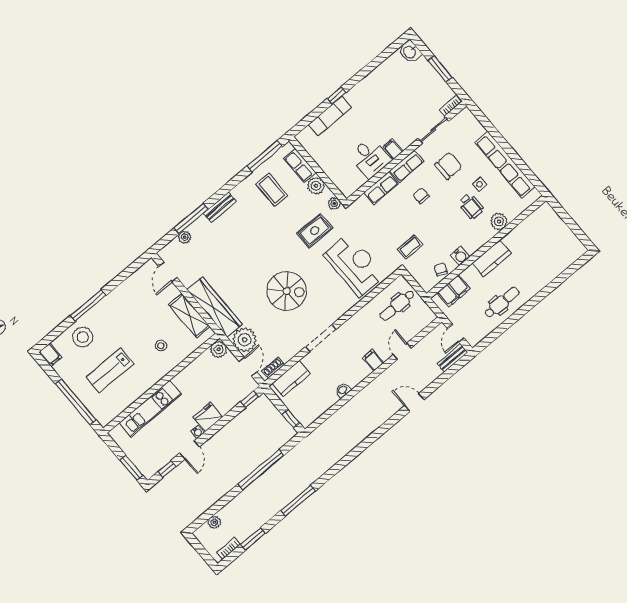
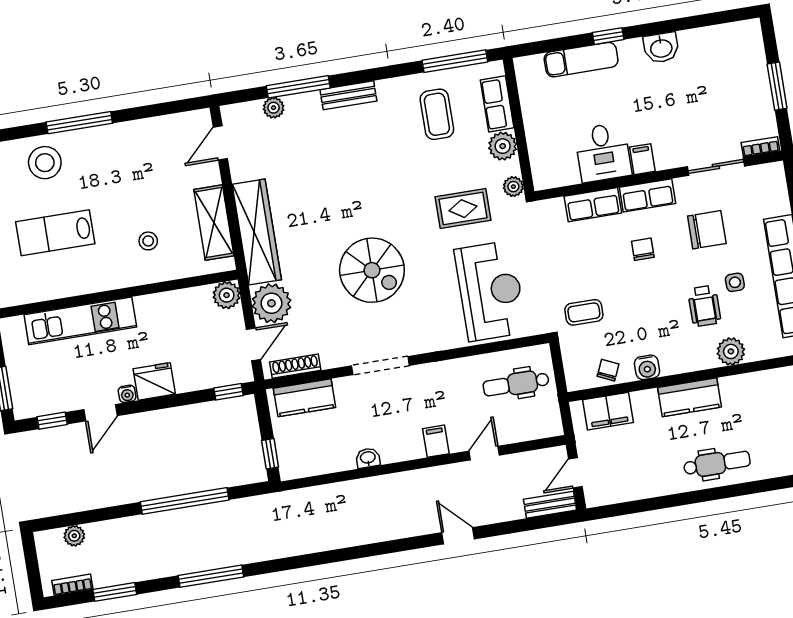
washbasin: (410, 52) -> (661, 48), moved, turned -90
dental chair: (502, 302) -> (717, 463), moved
shoe rack: (273, 368) -> (295, 366), width x1.43

